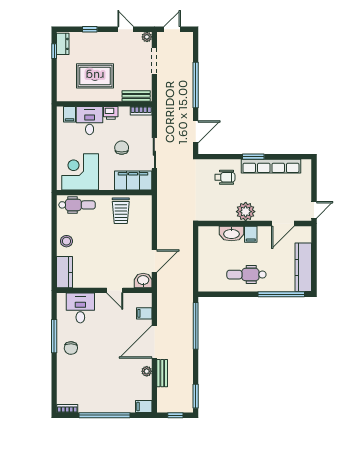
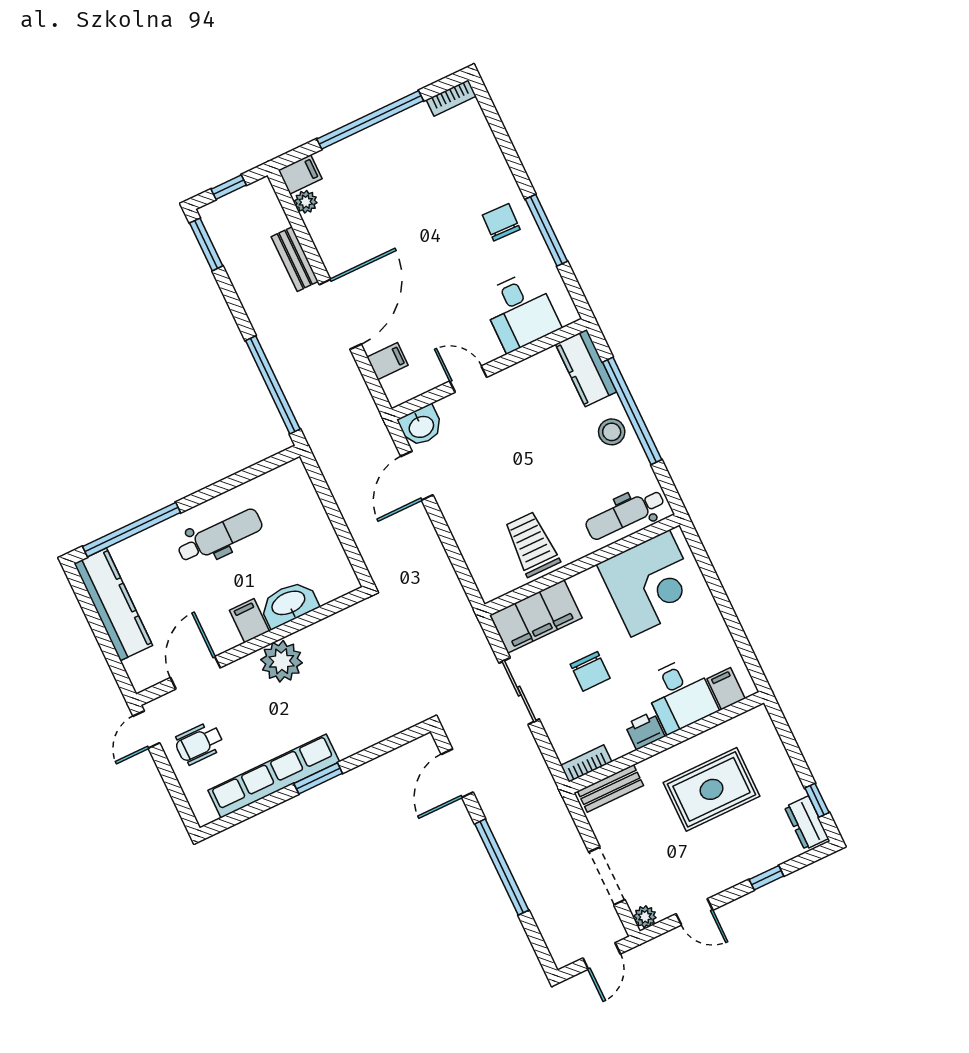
wheelchair: (225, 177) -> (199, 743), moved
window: (54, 246) -> (632, 411), added
plant: (147, 371) -> (306, 202), moved

